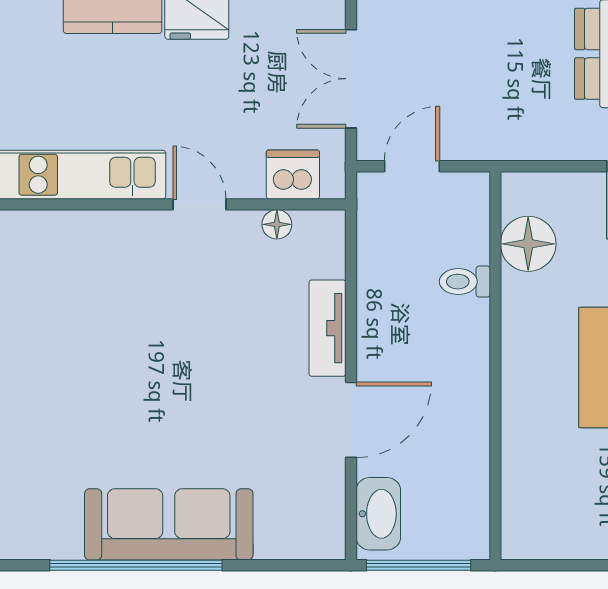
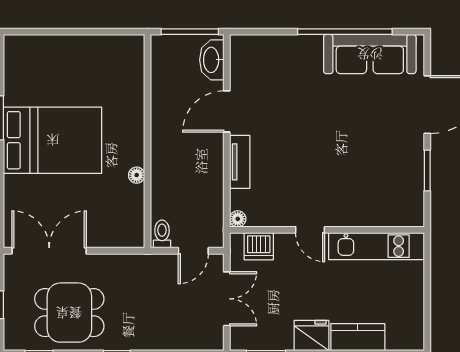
floor lamp: (277, 224) -> (238, 219), moved
floor lamp: (528, 244) -> (137, 175), moved, width x0.53, depth x0.53
toilet: (465, 282) -> (162, 234), moved, turned -90
sofa: (169, 524) -> (370, 54), moved

